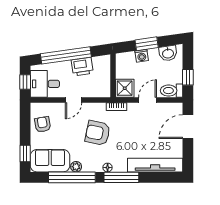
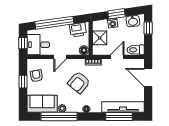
printer: (82, 67) -> (78, 30), moved
window: (188, 77) -> (148, 28), moved
shower: (125, 88) -> (100, 38), moved
floor lamp: (104, 91) -> (84, 50), added
door: (188, 127) -> (148, 78), hinge flipped
armchair: (98, 133) -> (79, 82), turned -63
window: (25, 153) -> (23, 82), moved
window: (121, 177) -> (119, 117), moved

